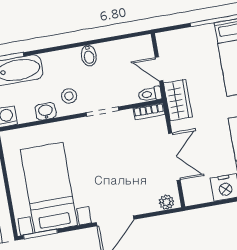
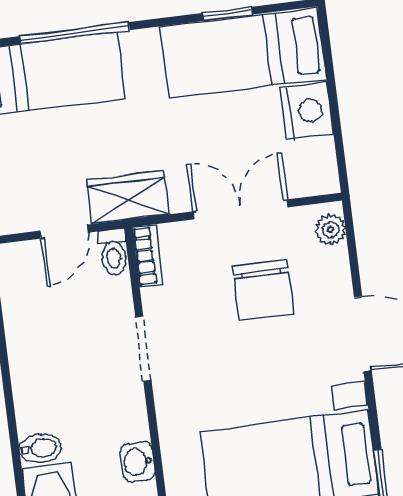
bidet: (89, 56) -> (40, 448), moved
stool: (69, 96) -> (109, 414), removed
chair: (135, 170) -> (263, 290), added

